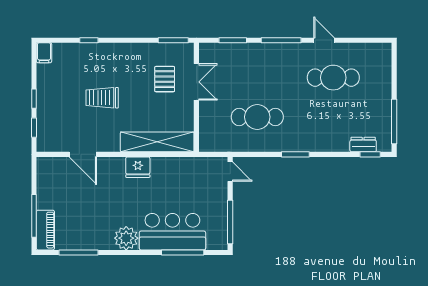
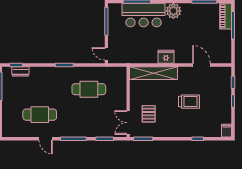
double door: (196, 82) -> (128, 123), moved

